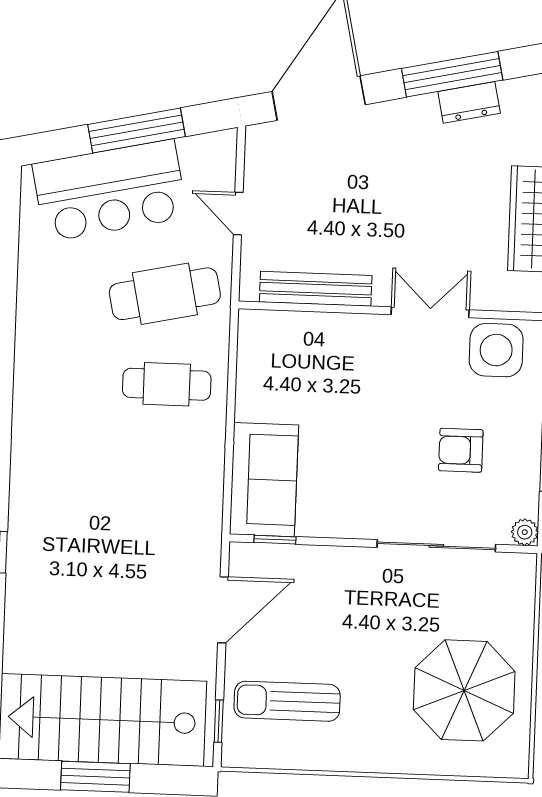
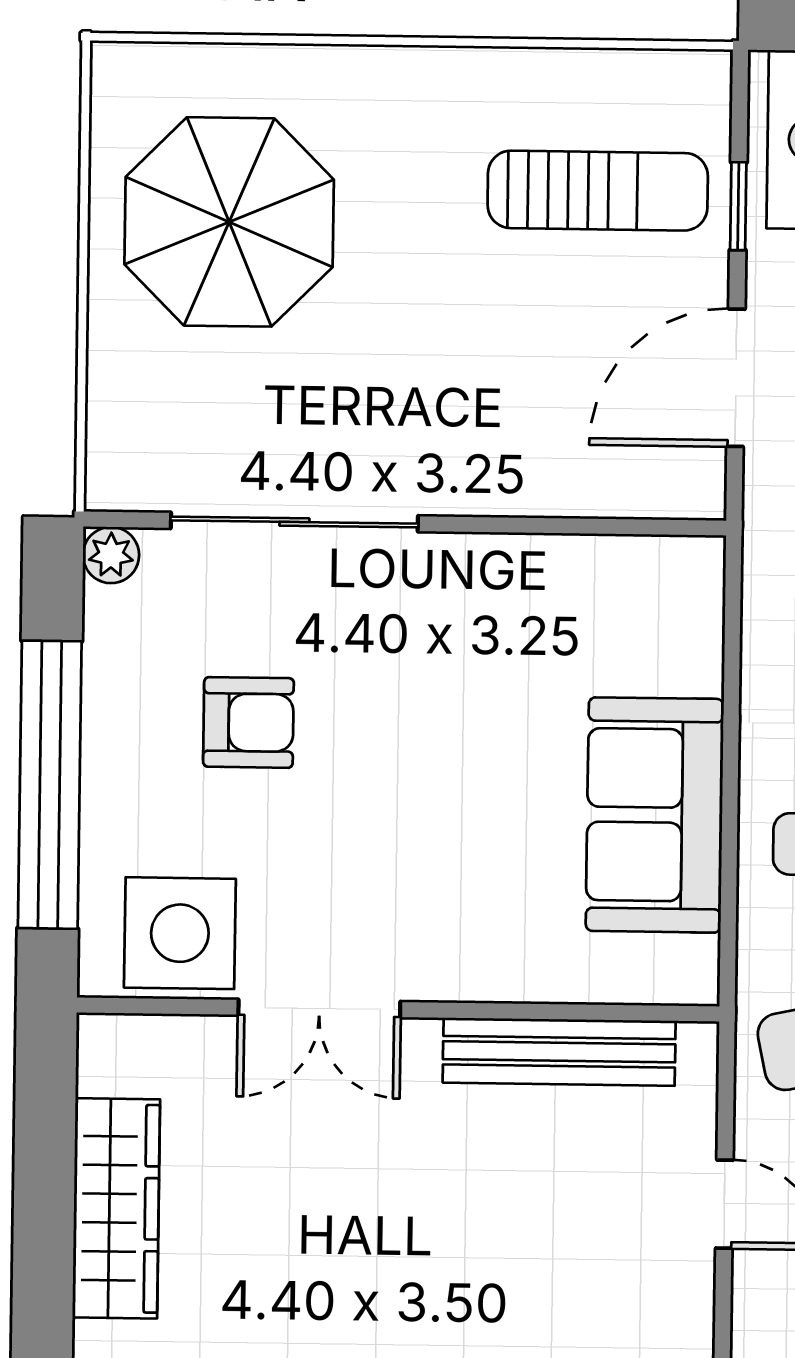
sofa: (264, 480) -> (655, 815), moved
window: (275, 540) -> (631, 527), removed
window: (219, 721) -> (738, 206), moved

